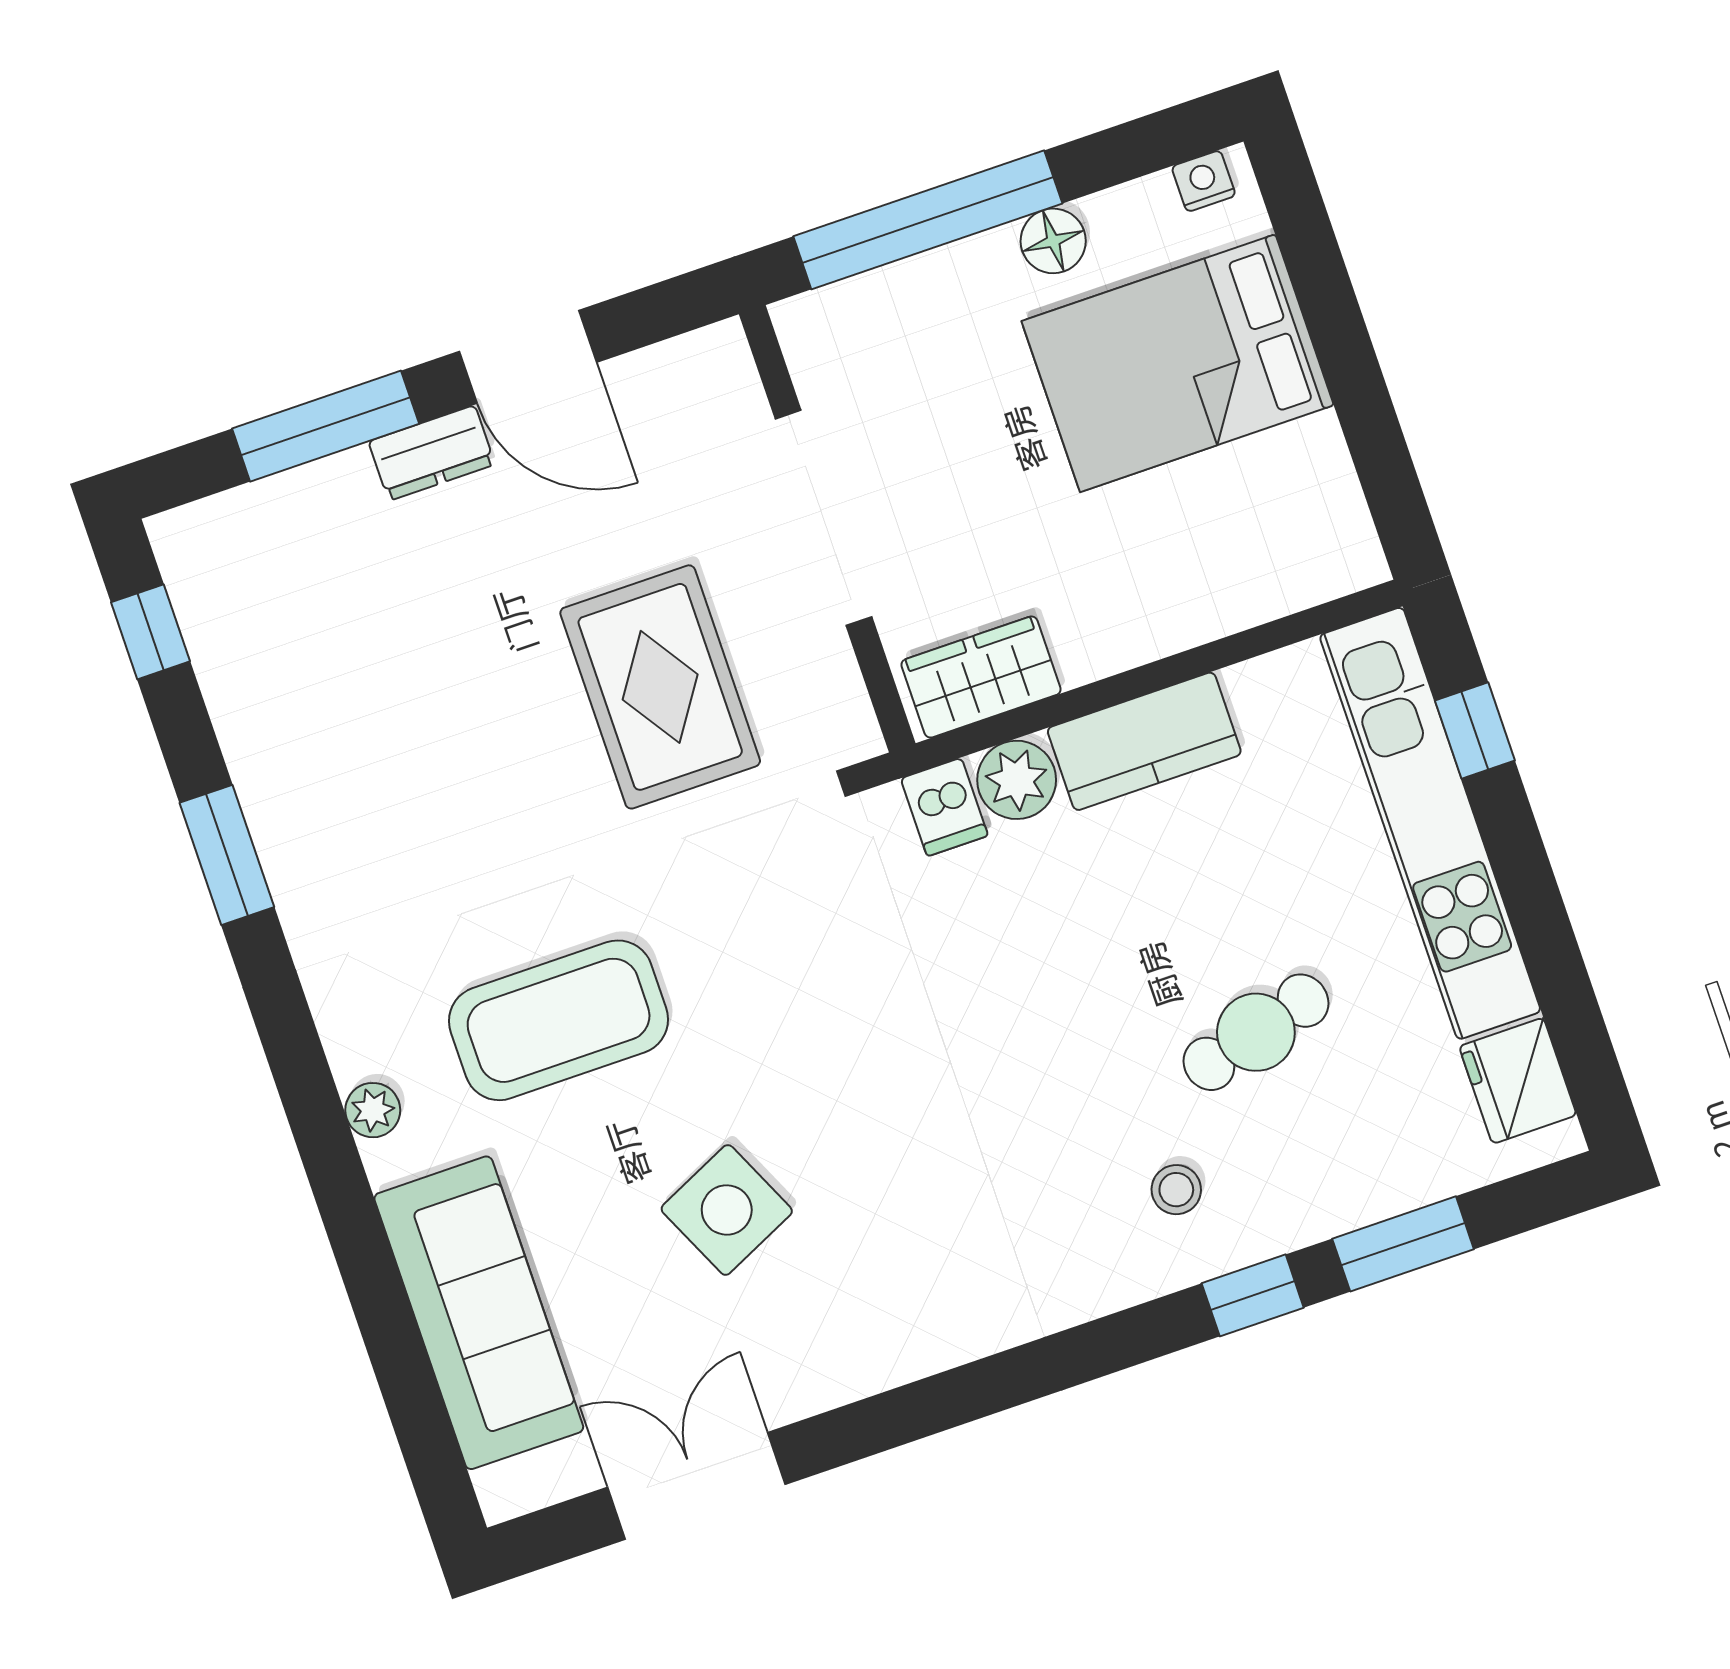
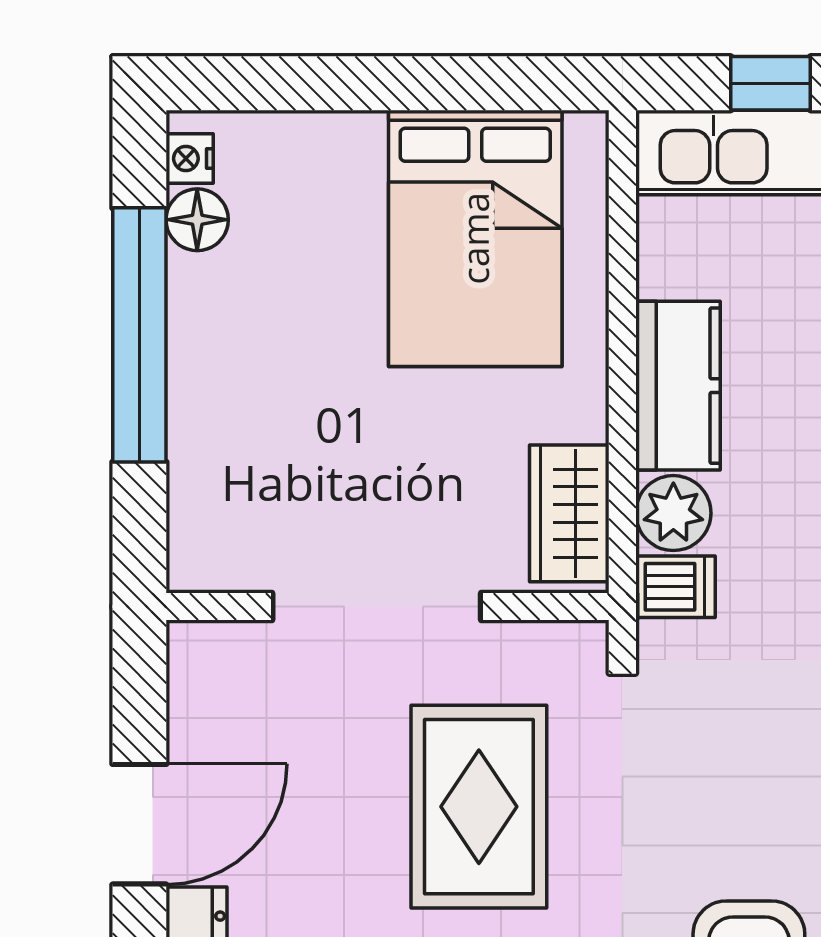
window: (928, 220) -> (139, 335), moved
floor lamp: (1053, 241) -> (197, 220), moved
bed: (1178, 363) -> (475, 238), moved
rug: (660, 687) -> (479, 807), turned 90

